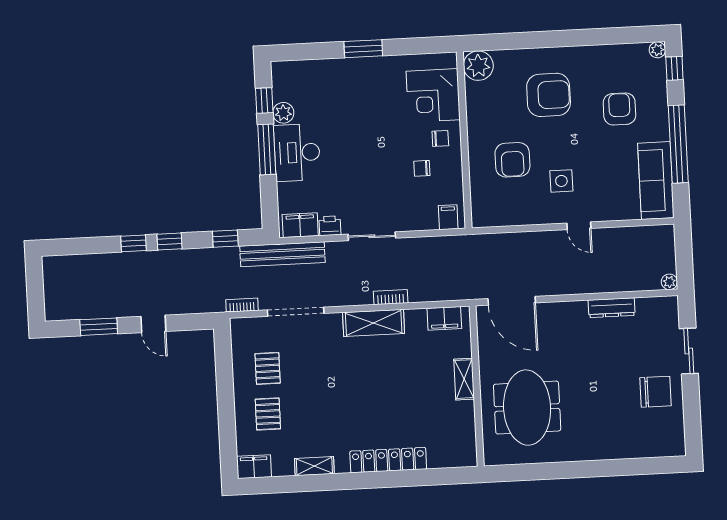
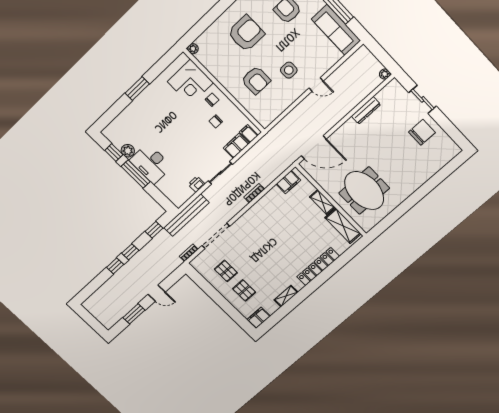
plant: (478, 66) -> (193, 49), width x0.53, depth x0.53
filing cabinet: (300, 225) -> (236, 146), moved
shelving: (374, 323) -> (343, 226), moved, turned 90

